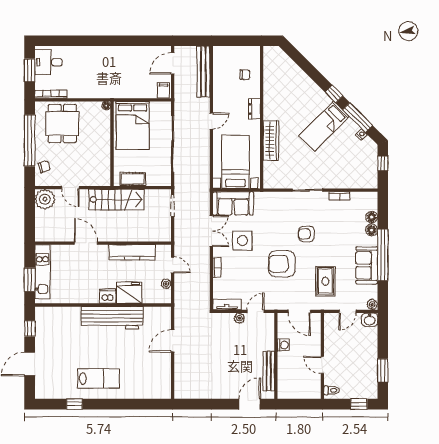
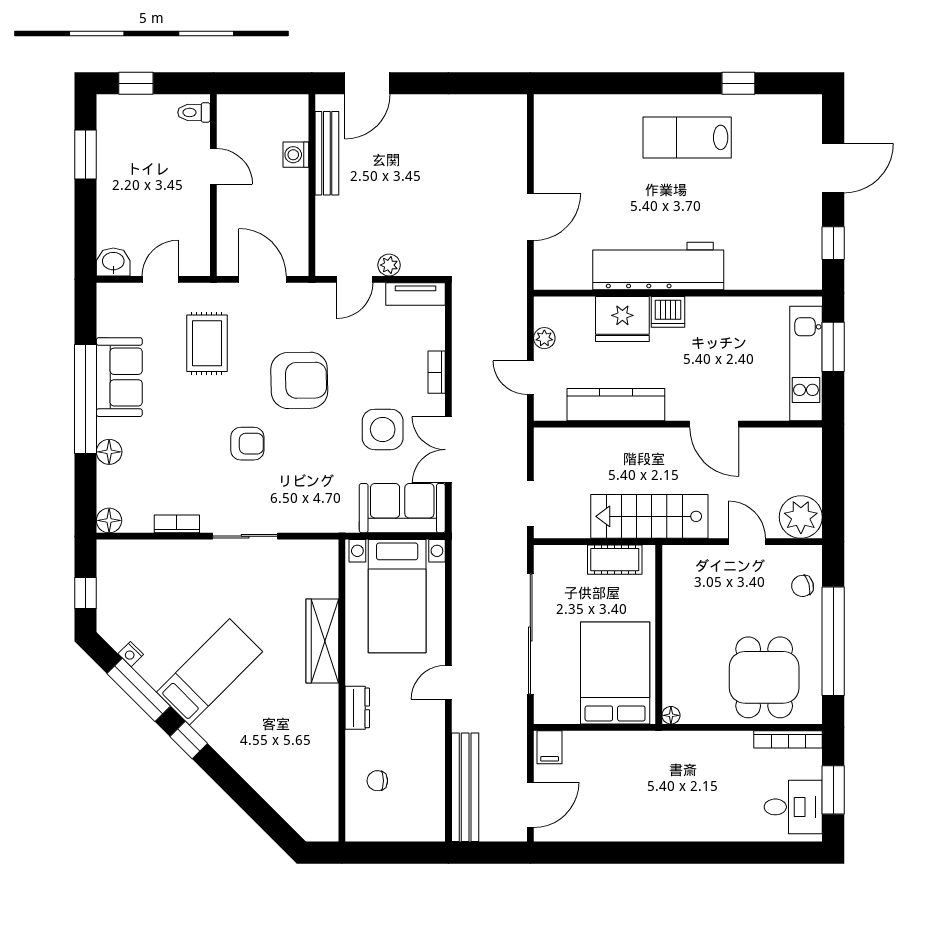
floor lamp: (372, 217) -> (109, 520), moved
plant: (372, 305) -> (108, 294), removed
washing machine: (283, 345) -> (296, 155), moved

